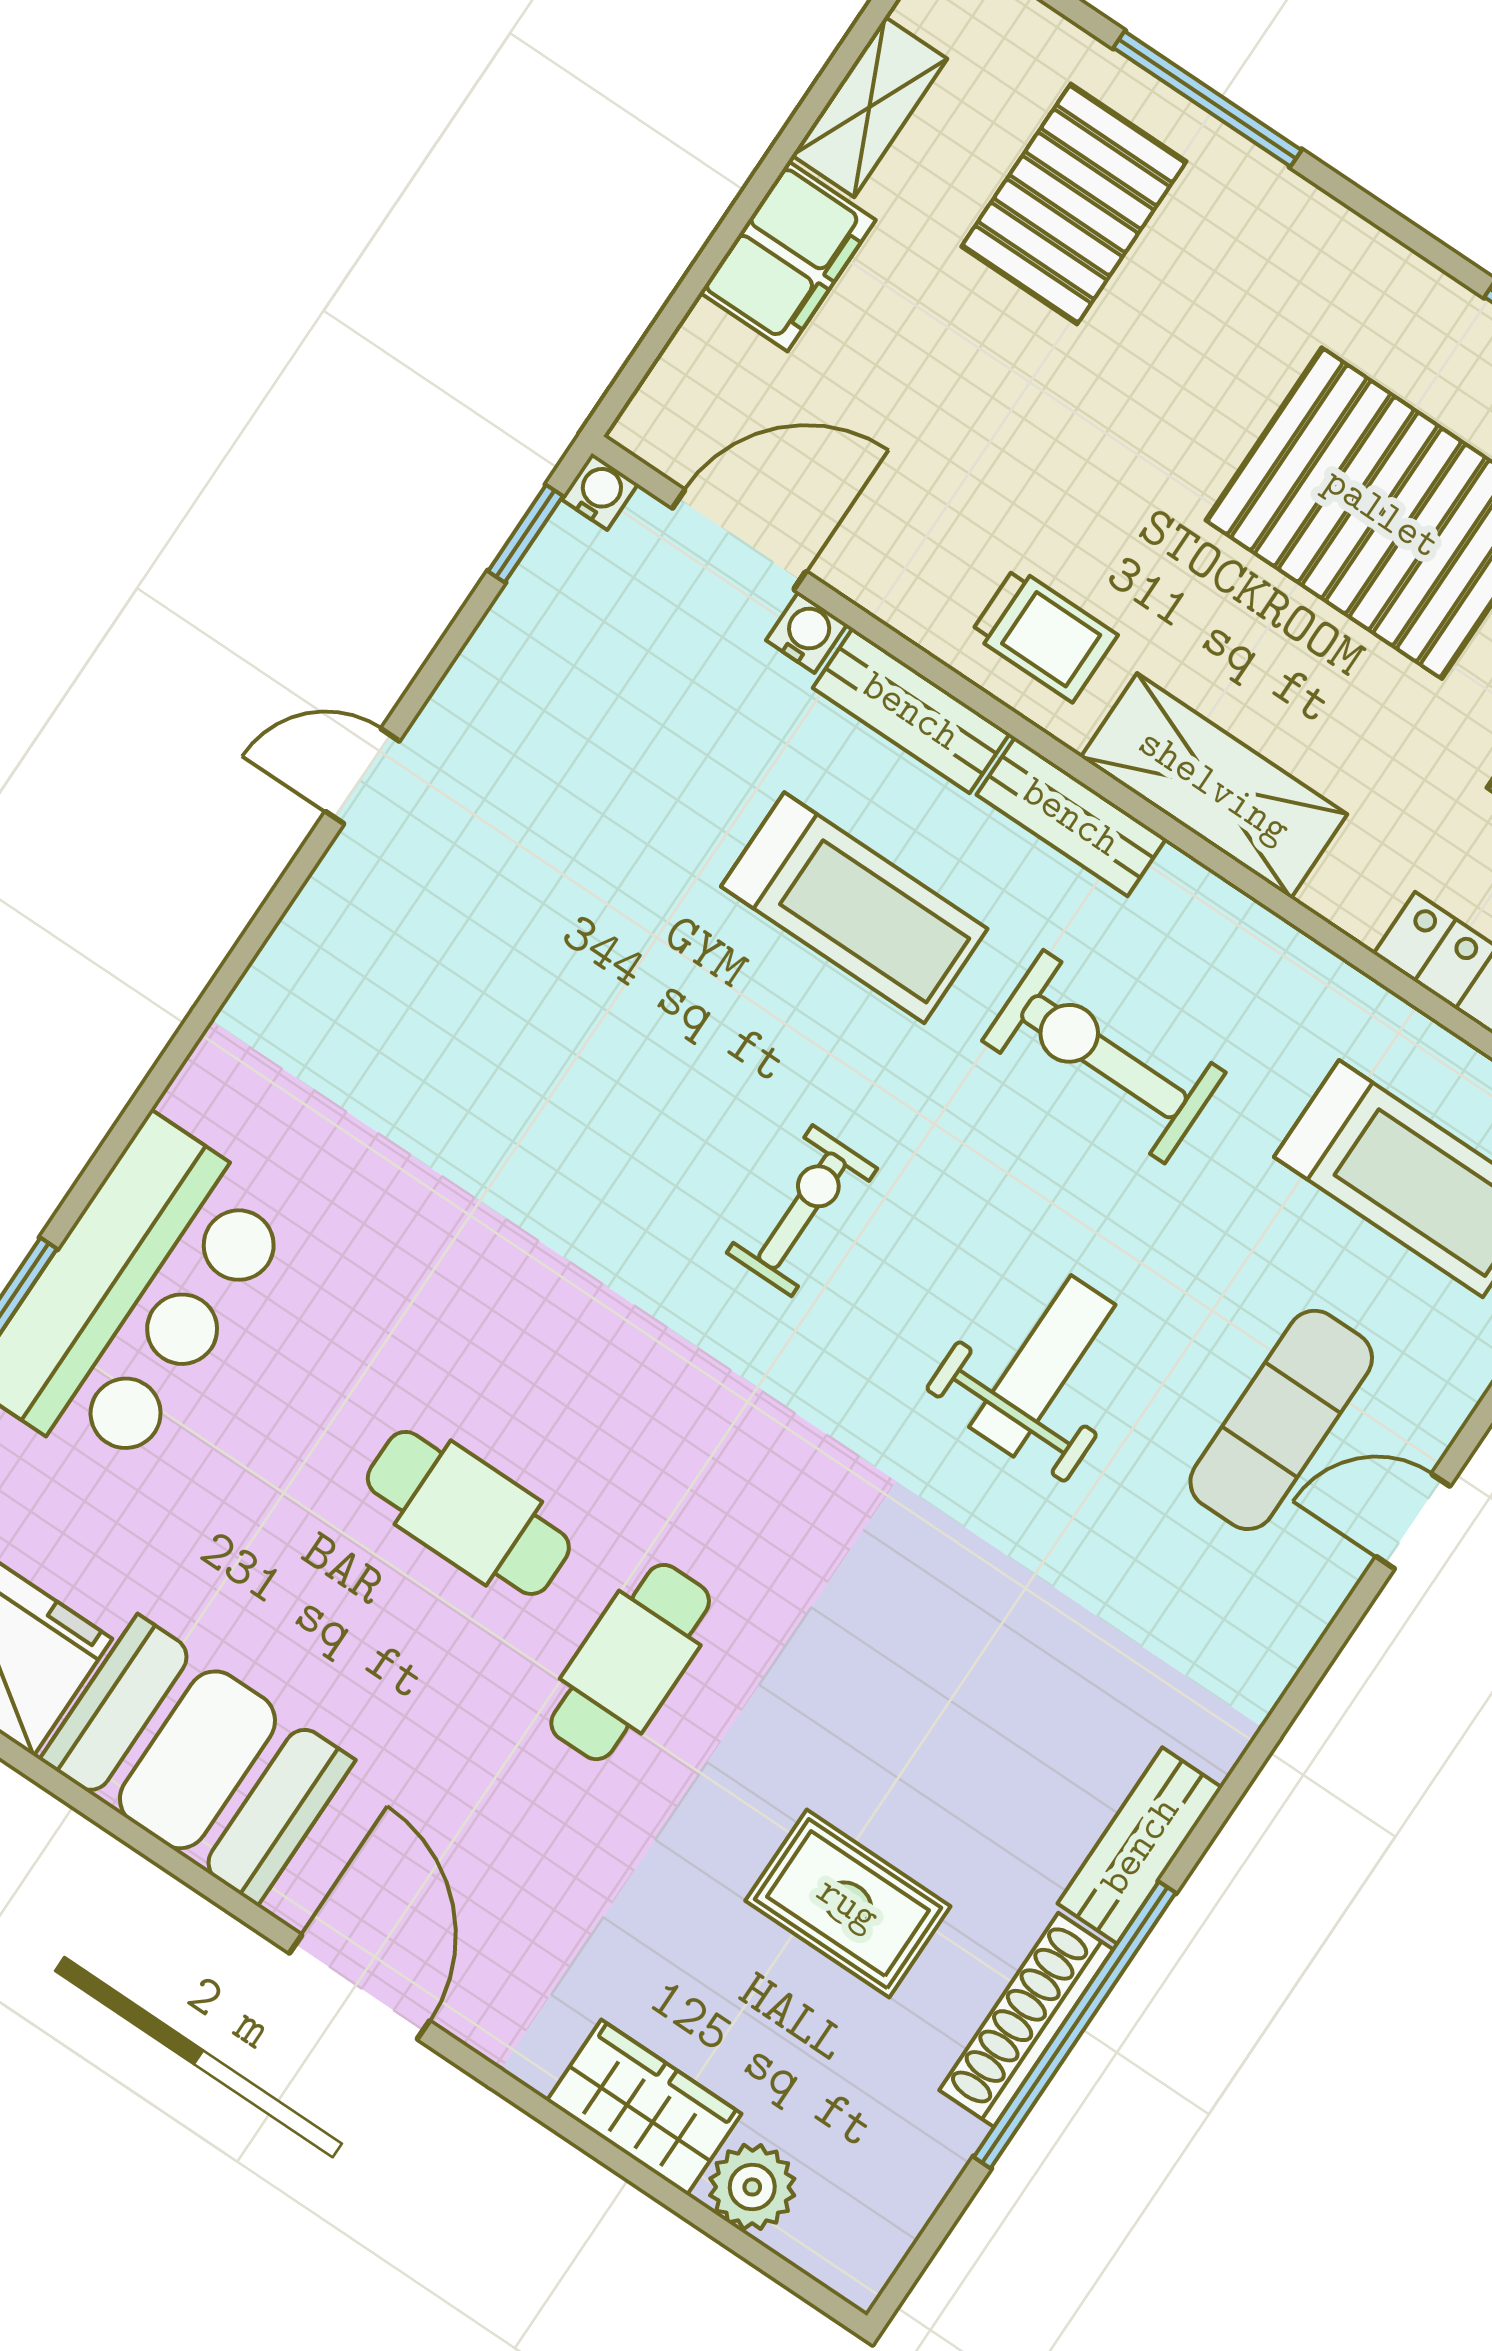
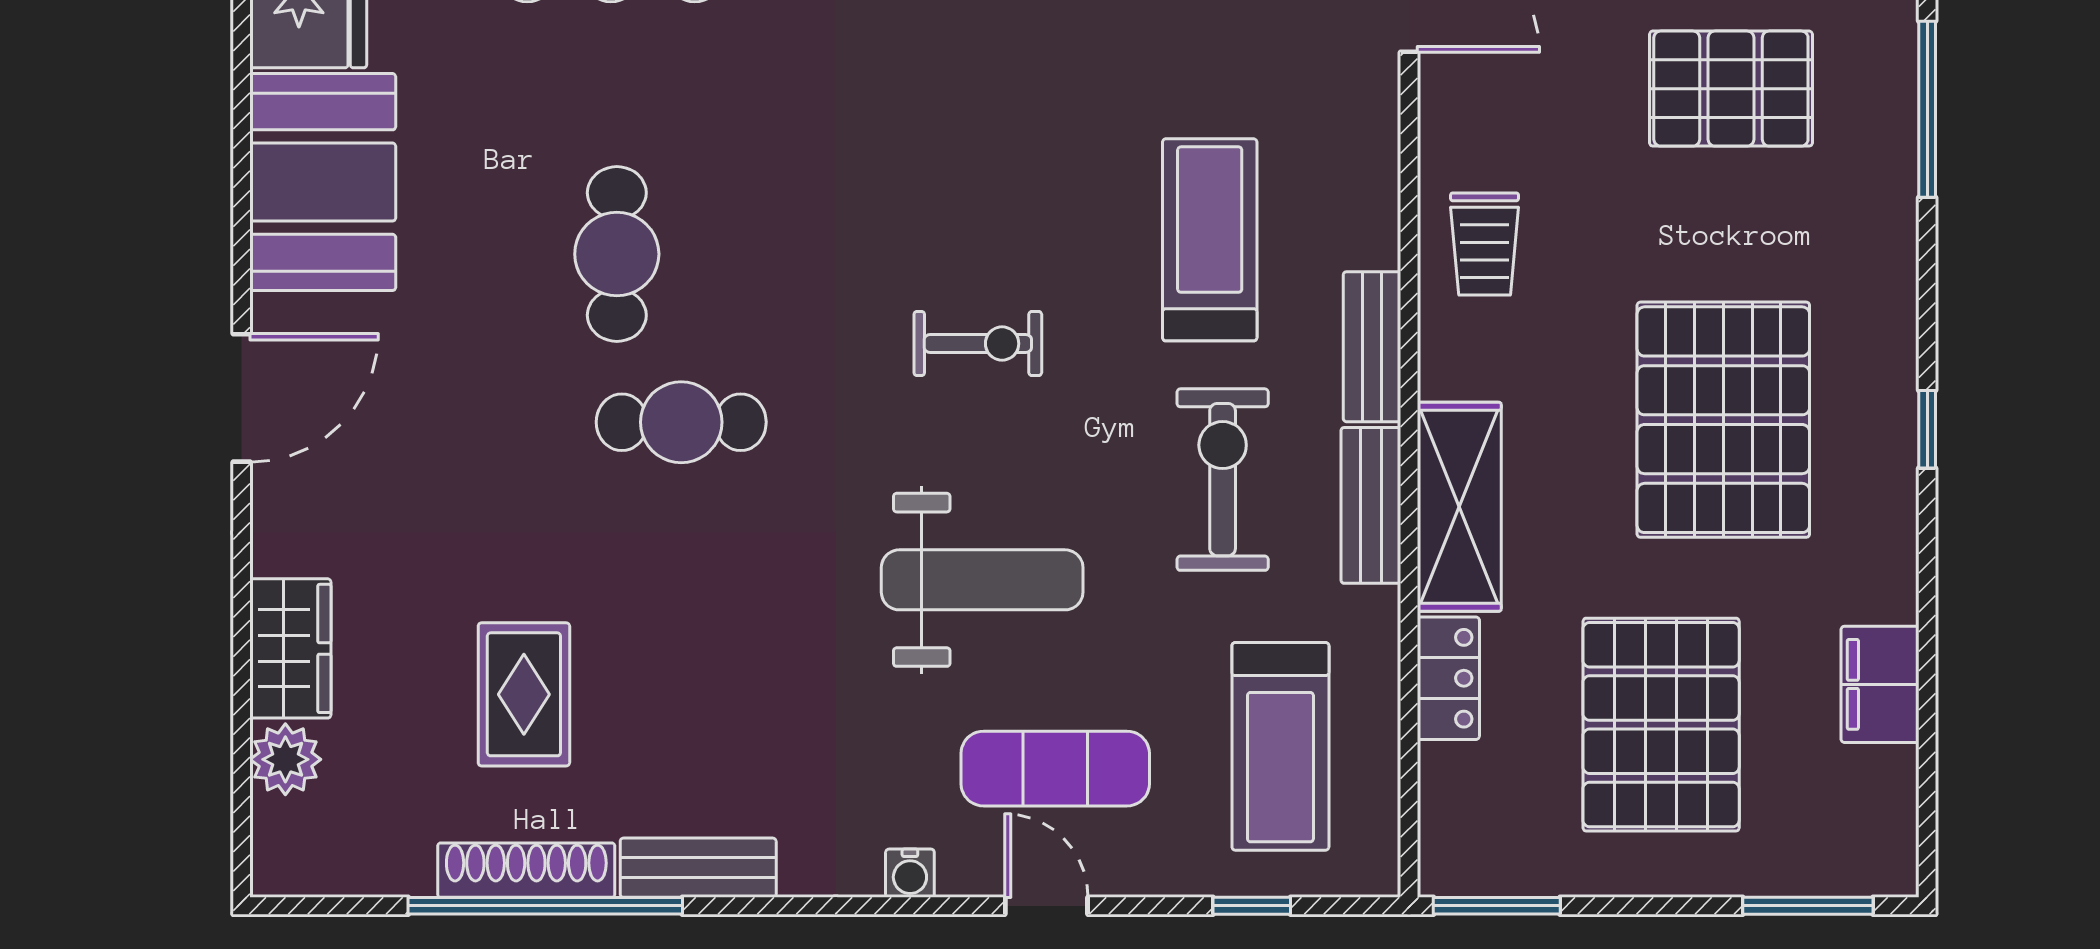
pallet: (1074, 204) -> (1731, 89), moved
water cooler: (807, 632) -> (910, 873), moved, turned 90
bench: (911, 711) -> (1371, 505), moved
shelving: (1214, 786) -> (1459, 507), moved
treadmill: (854, 908) -> (1210, 240), turned 180
weight bench: (1042, 1366) -> (982, 580), width x1.36, depth x1.33
cafe table: (630, 1662) -> (681, 422), moved

